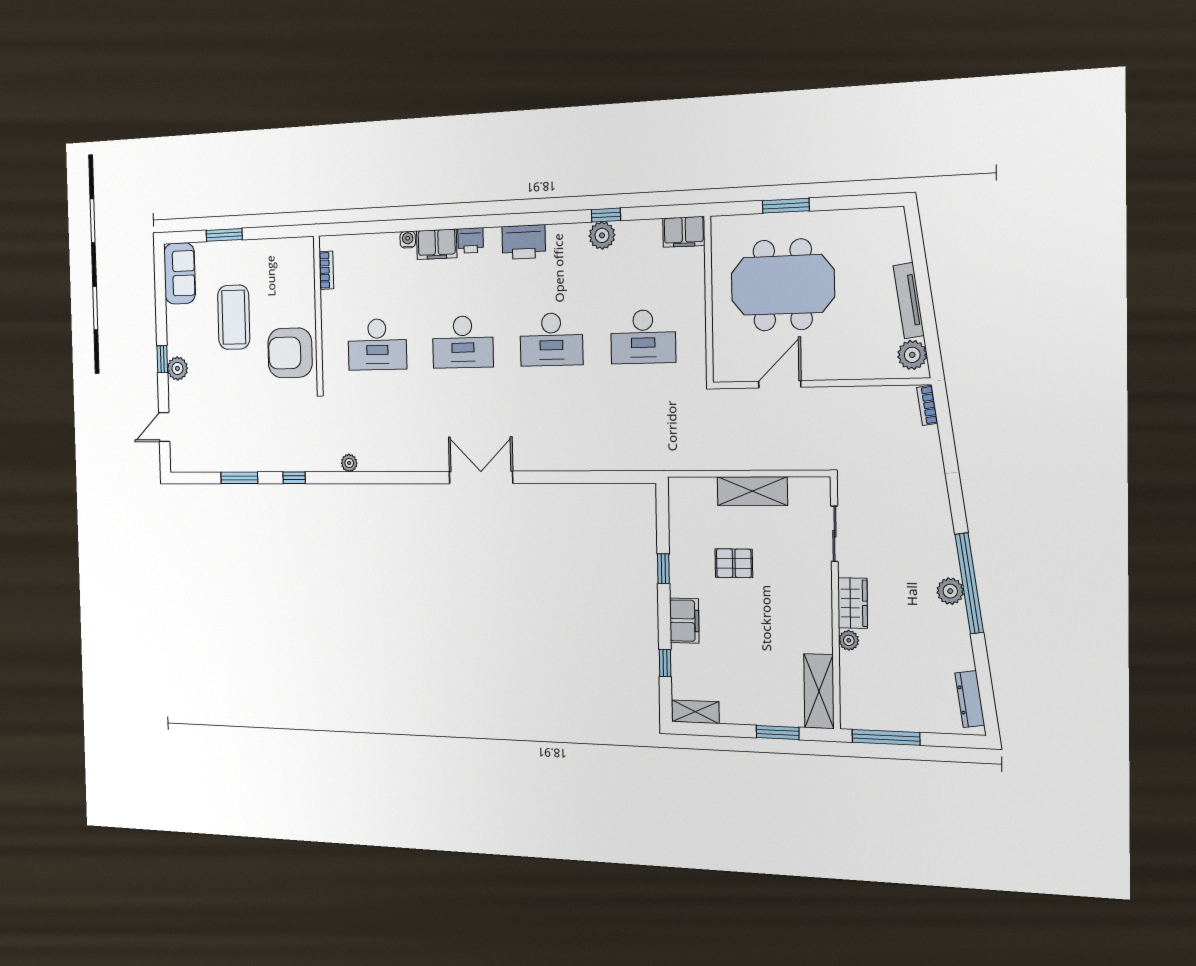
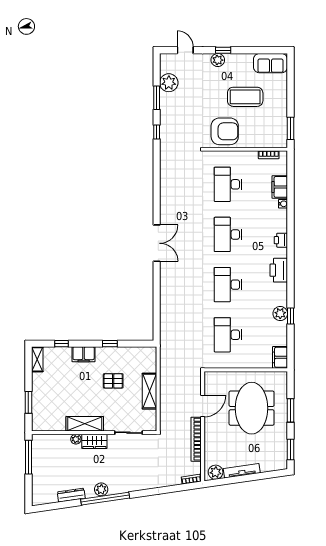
window: (864, 202) -> (290, 449), added
window: (224, 235) -> (290, 128), moved
filing cabinet: (437, 244) -> (280, 187), moved
armchair: (290, 353) -> (225, 131), turned 90
door: (780, 384) -> (203, 406), hinge flipped
bookcase: (846, 396) -> (196, 439), added
plant: (349, 463) -> (169, 83), moved, width x1.88, depth x1.88
pallet: (734, 563) -> (113, 381), turned 90
shelving: (819, 691) -> (85, 424), moved
dresser: (970, 699) -> (71, 495), moved

